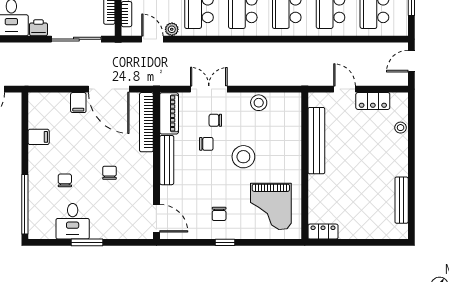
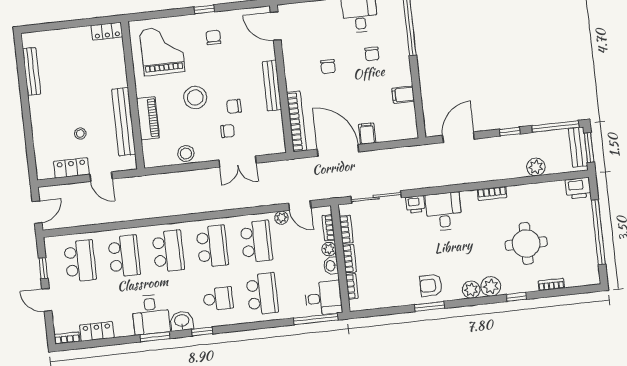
piano: (169, 113) -> (148, 118), moved, turned 180
stool: (401, 128) -> (80, 134), moved

